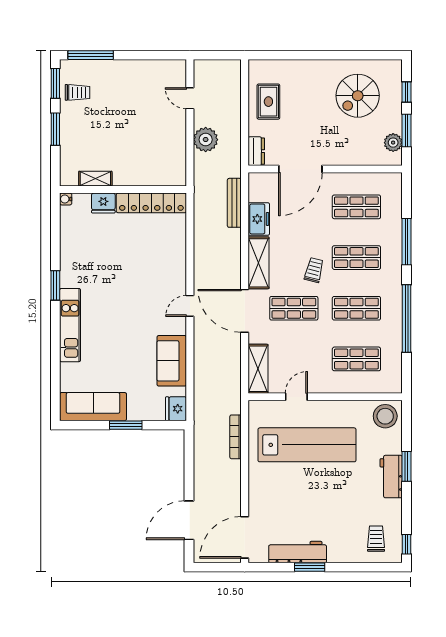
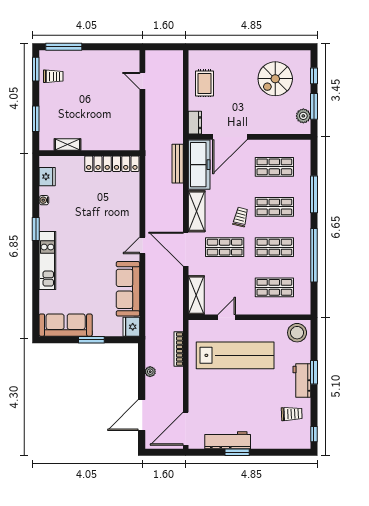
window: (55, 129) -> (36, 119), moved
plant: (206, 140) -> (150, 372), moved, width x0.53, depth x0.53
water cooler: (66, 199) -> (44, 200), moved
fridge: (103, 203) -> (47, 177), moved, turned -90
freezer: (259, 219) -> (199, 165), width x1.91, depth x1.26
sofa: (172, 361) -> (128, 289), width x1.36
trolley: (376, 539) -> (292, 414), moved, turned 88

